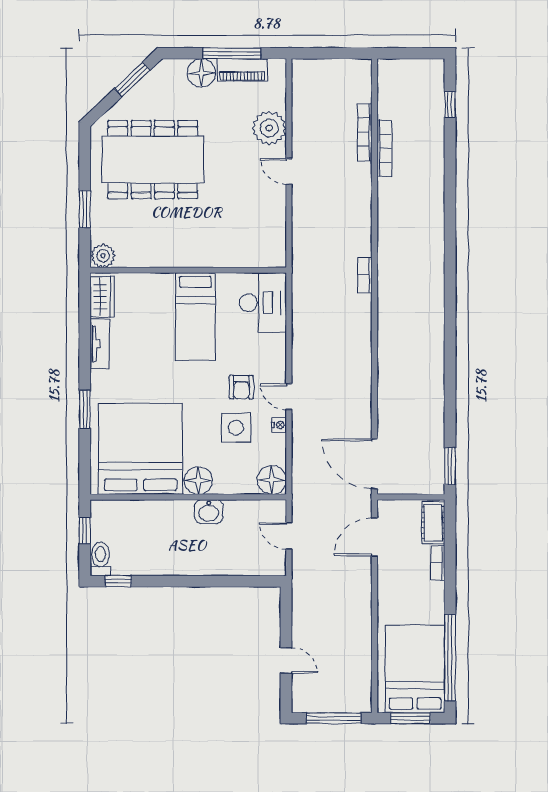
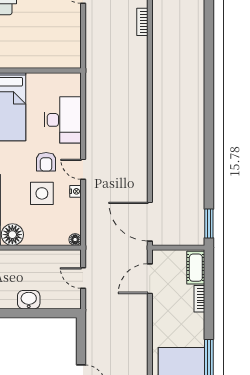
bookcase: (365, 275) -> (142, 22), moved
desk: (263, 303) -> (63, 120), moved
floor lamp: (272, 480) -> (75, 240), width x0.53, depth x0.53
washbasin: (209, 512) -> (29, 300), moved, turned 180

